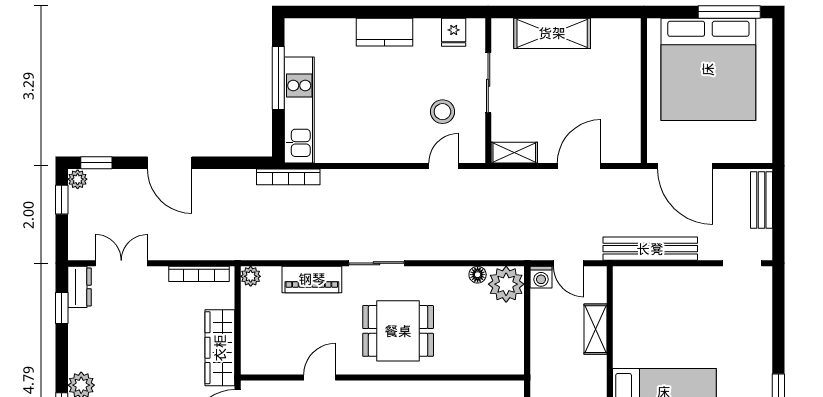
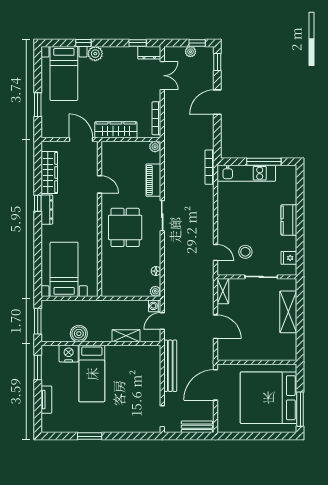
plant: (78, 179) -> (190, 52), moved
plant: (506, 284) -> (155, 291), width x0.53, depth x0.53

